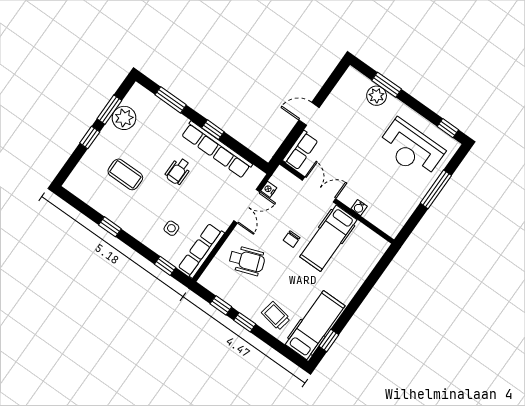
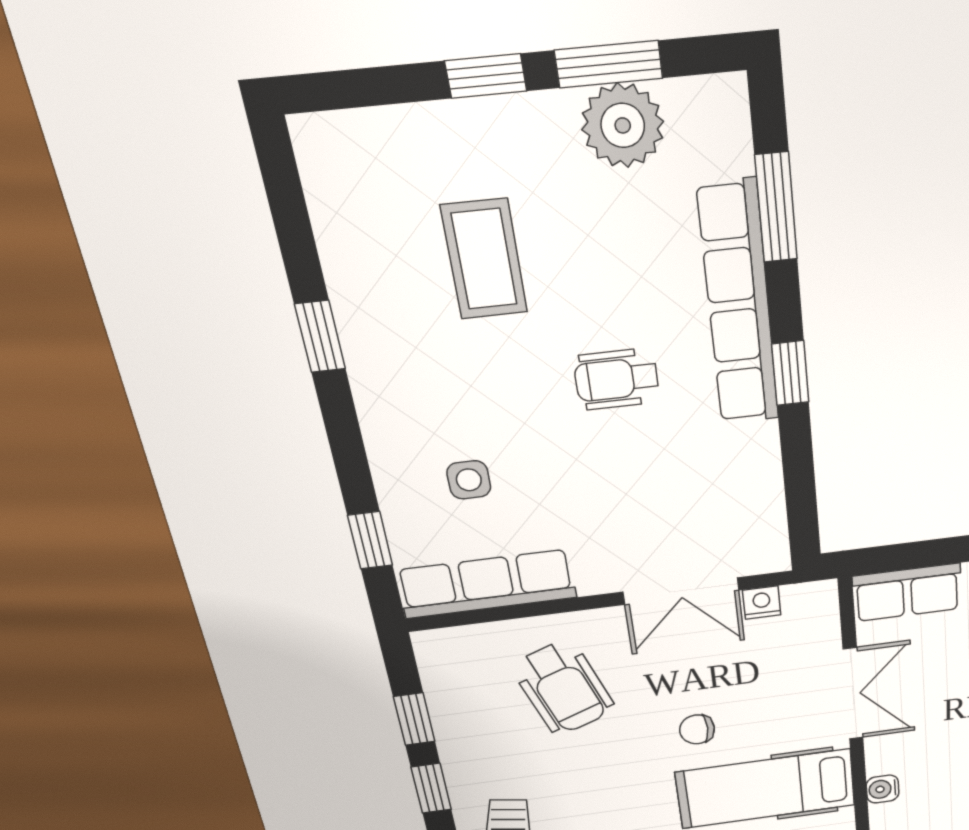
row of seats: (217, 150) -> (739, 305), moved

